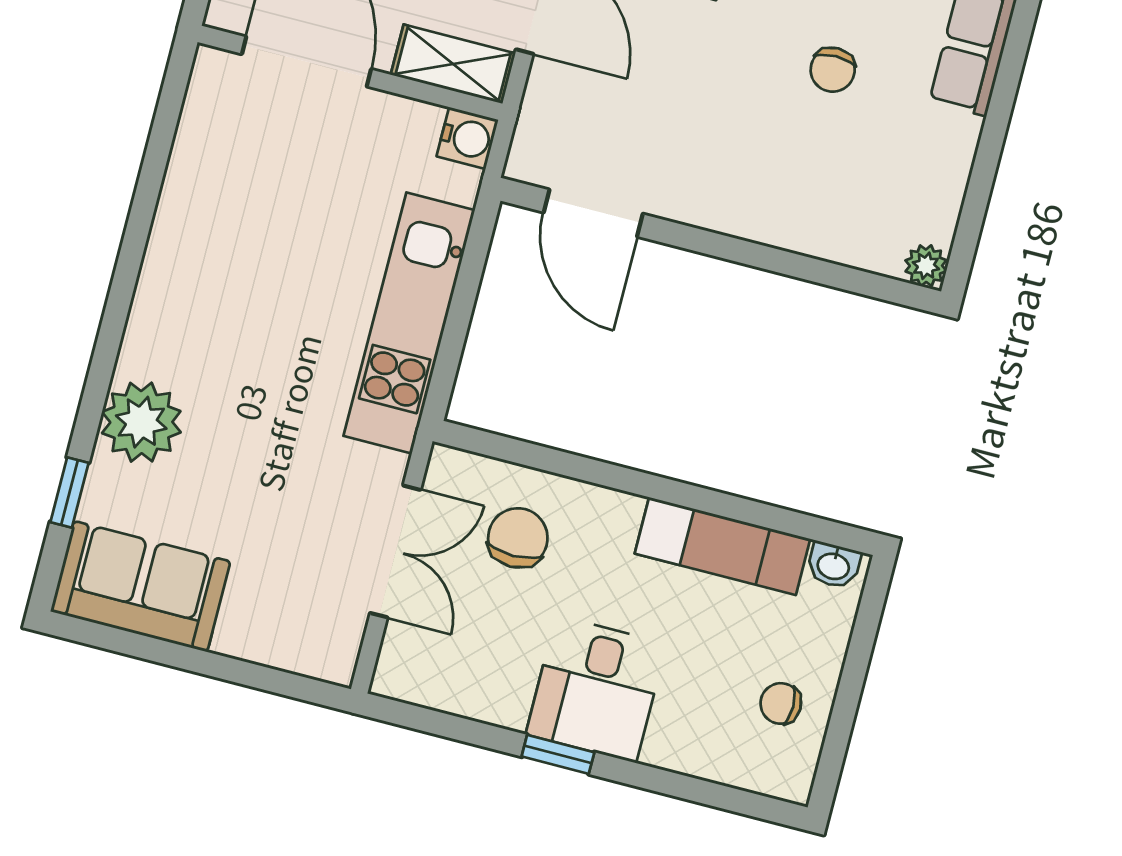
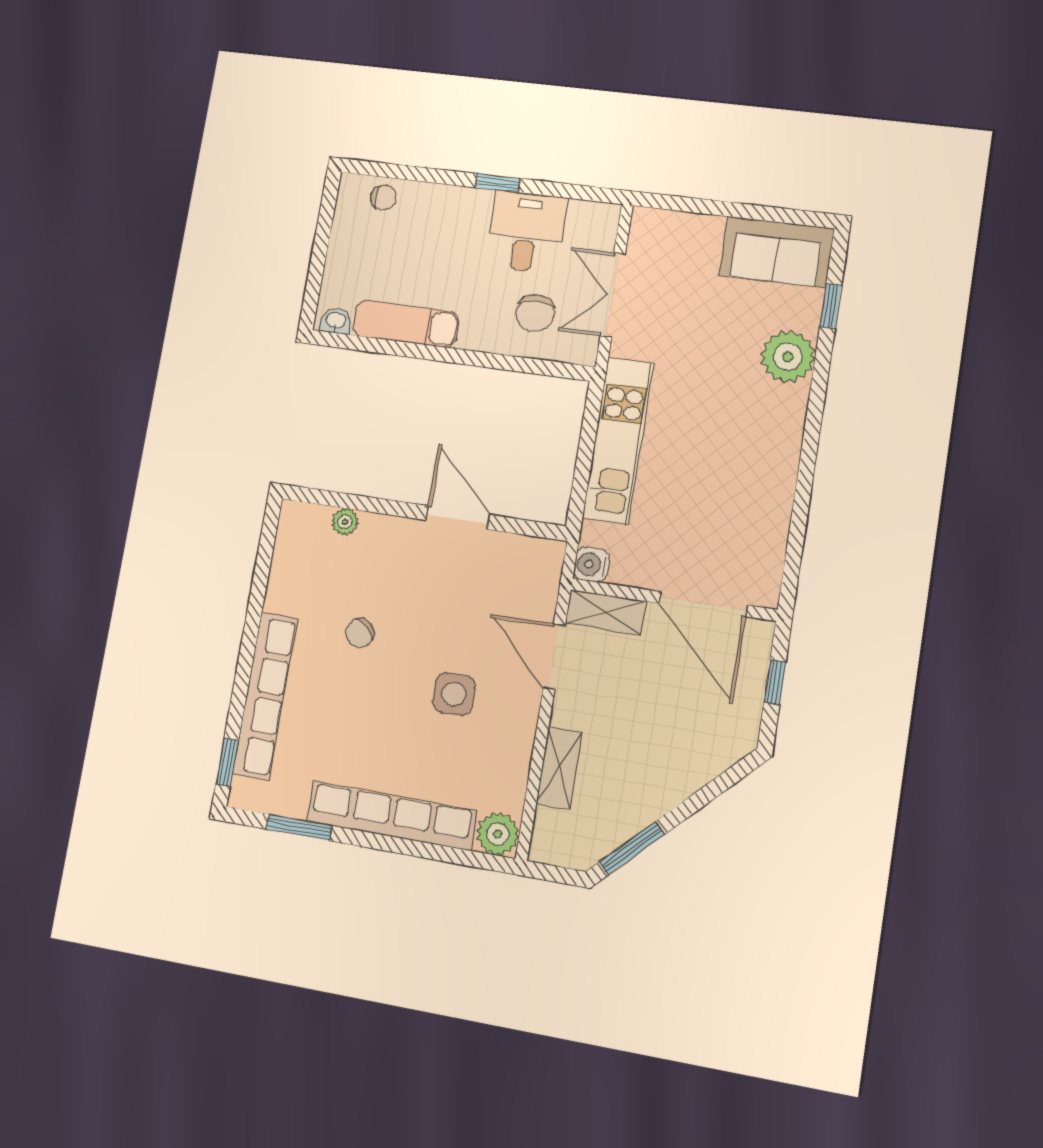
chair: (833, 70) -> (360, 633), turned -138
door: (593, 213) -> (457, 517), moved
plant: (926, 266) -> (345, 522), moved
desk: (596, 689) -> (526, 232), moved
chair: (781, 703) -> (383, 197), moved

